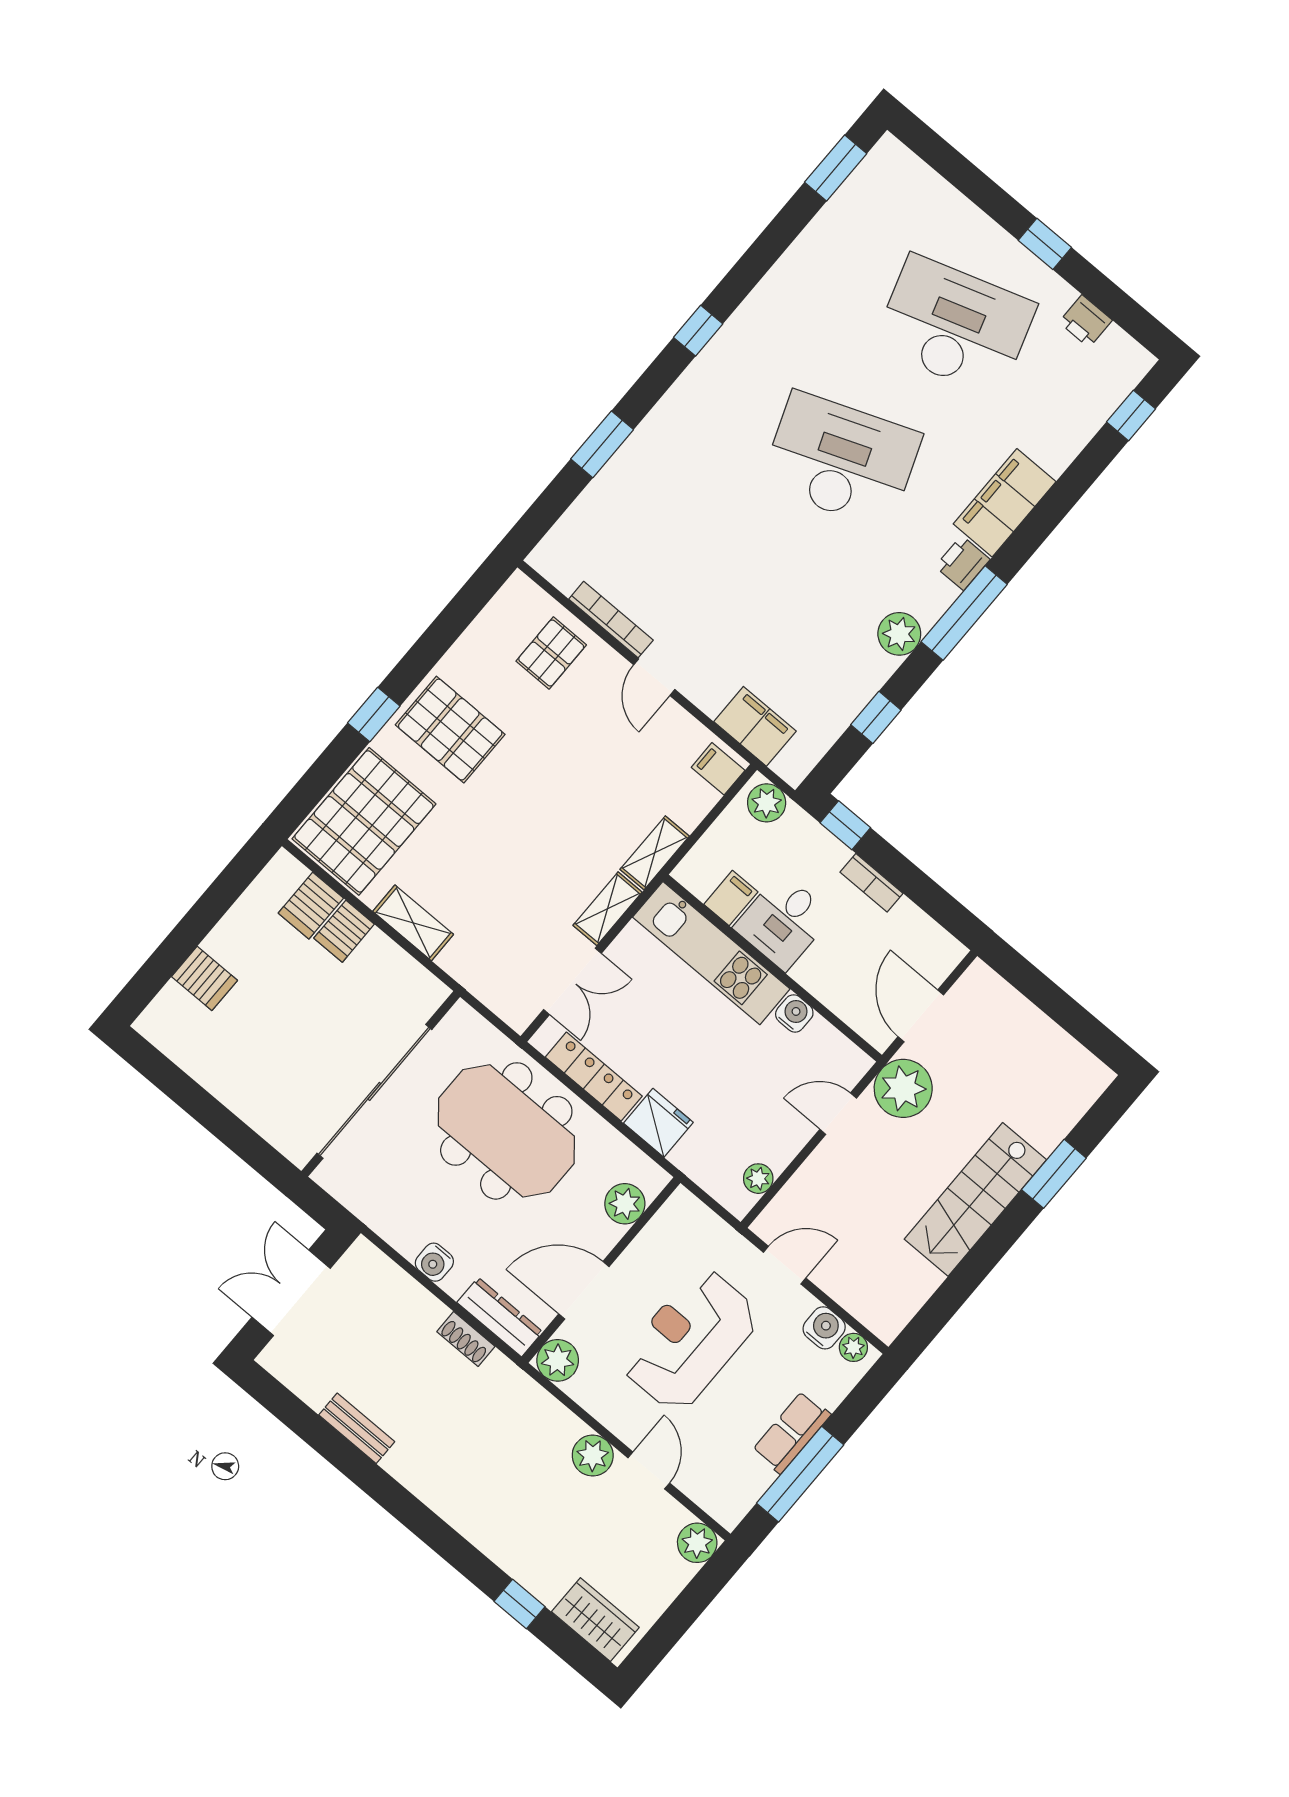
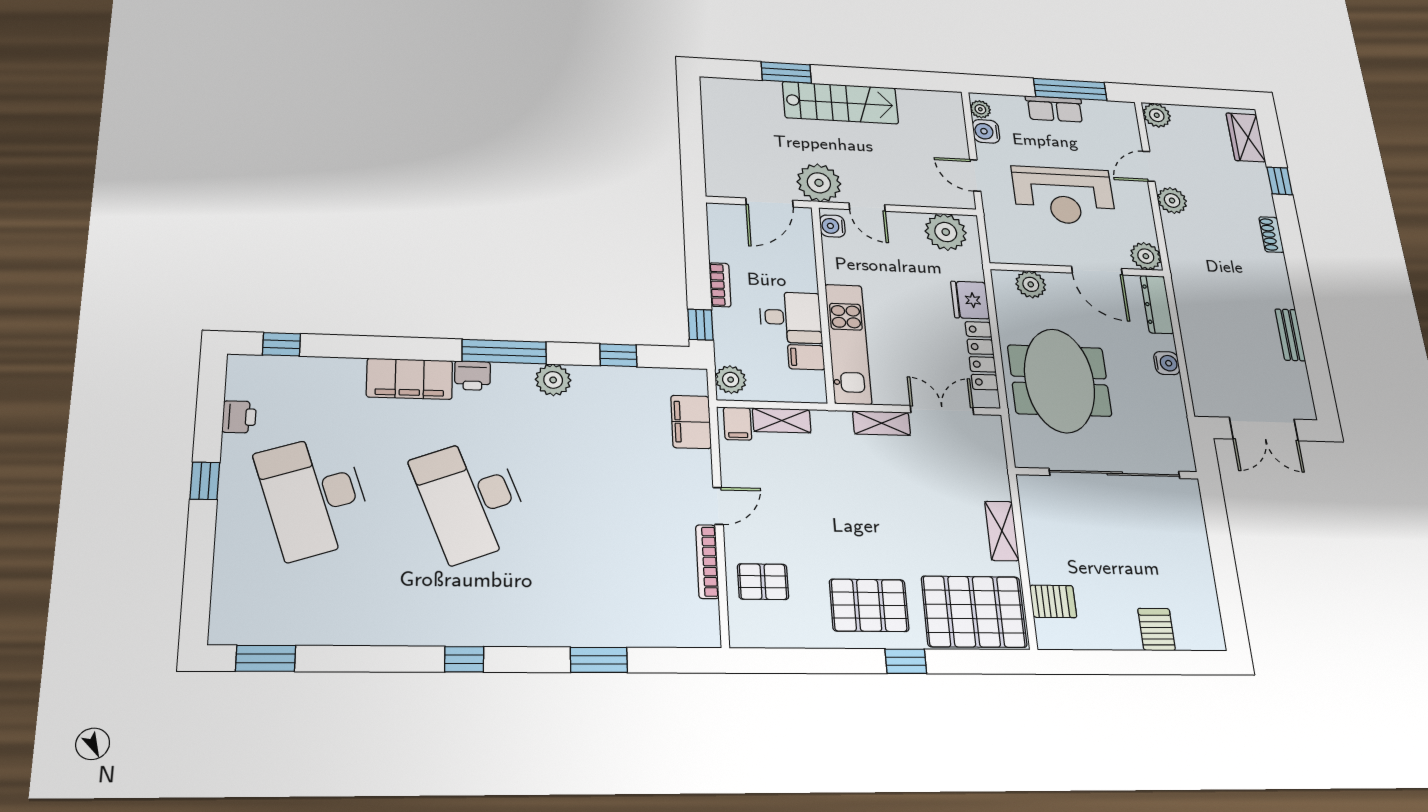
pallet: (450, 730) -> (869, 605), turned 90
shelving: (655, 853) -> (782, 420), moved
server rack: (344, 931) -> (1047, 568), removed
water cooler: (794, 1013) -> (832, 226), moved
plant: (758, 1179) -> (946, 232), width x1.87, depth x1.87
shoe rack: (466, 1339) -> (1271, 235), moved, turned 180

